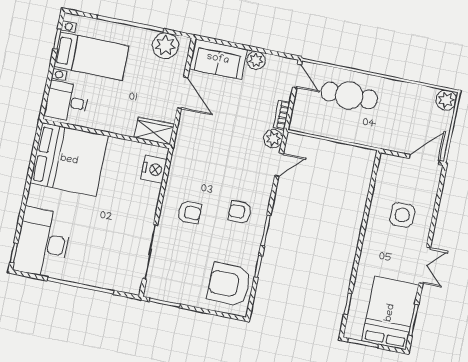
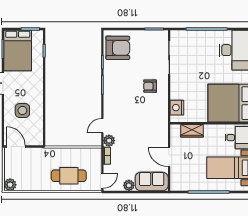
plant: (165, 46) -> (185, 183), removed
door: (297, 76) -> (102, 181), swing flipped
wardrobe: (154, 131) -> (192, 131), moved
door: (424, 160) -> (16, 146), swing flipped
armchair: (240, 212) -> (120, 93), removed

